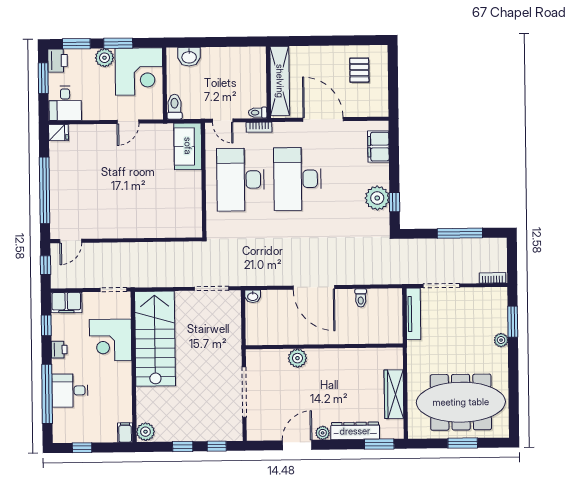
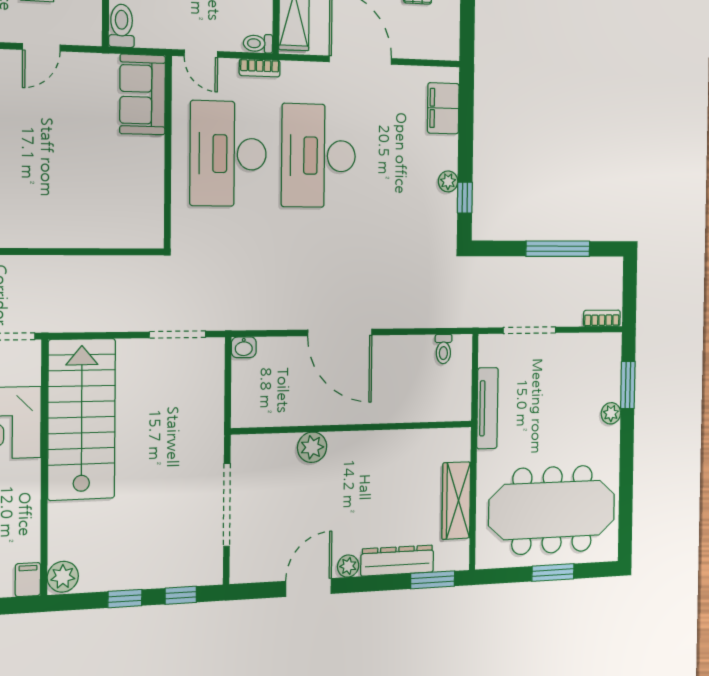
plant: (377, 198) -> (448, 181), width x0.53, depth x0.53
toilet: (361, 298) -> (443, 349), moved
tv unit: (413, 314) -> (487, 408), moved

